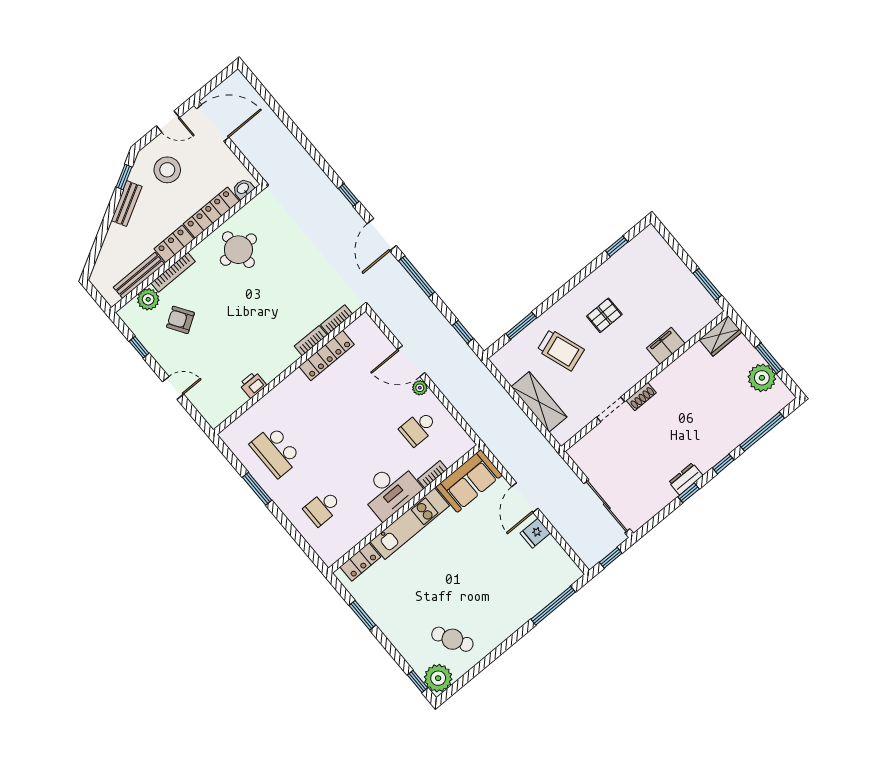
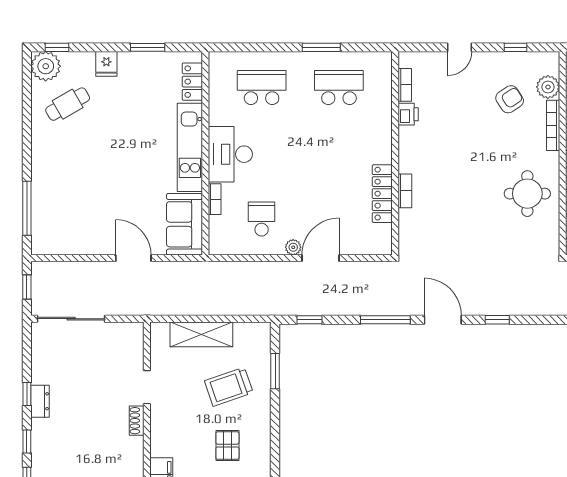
bookcase: (337, 319) -> (405, 85), moved
school desk: (323, 508) -> (262, 88), width x1.85
fridge: (535, 533) -> (106, 64), moved, turned 180

